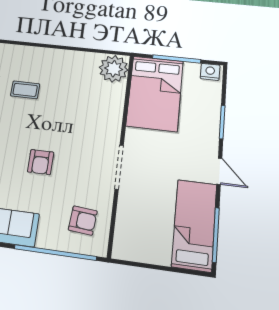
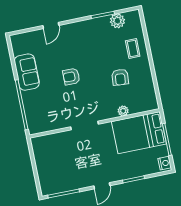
plant: (114, 69) -> (123, 111), moved, width x0.53, depth x0.53
coffee table: (25, 90) -> (133, 49), moved
armchair: (83, 220) -> (120, 77), moved
bed: (194, 225) -> (65, 180), removed

